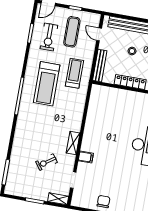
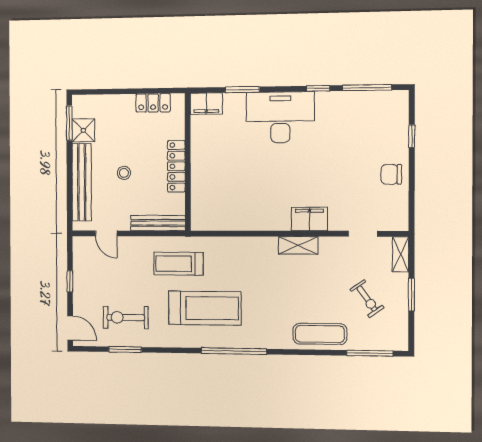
exercise mat: (72, 32) -> (320, 334), moved
door: (99, 34) -> (106, 233), hinge flipped
exercise bike: (49, 37) -> (126, 317), turned 180
filing cabinet: (86, 157) -> (309, 219), width x2.00
exercise bike: (46, 162) -> (367, 299), moved

